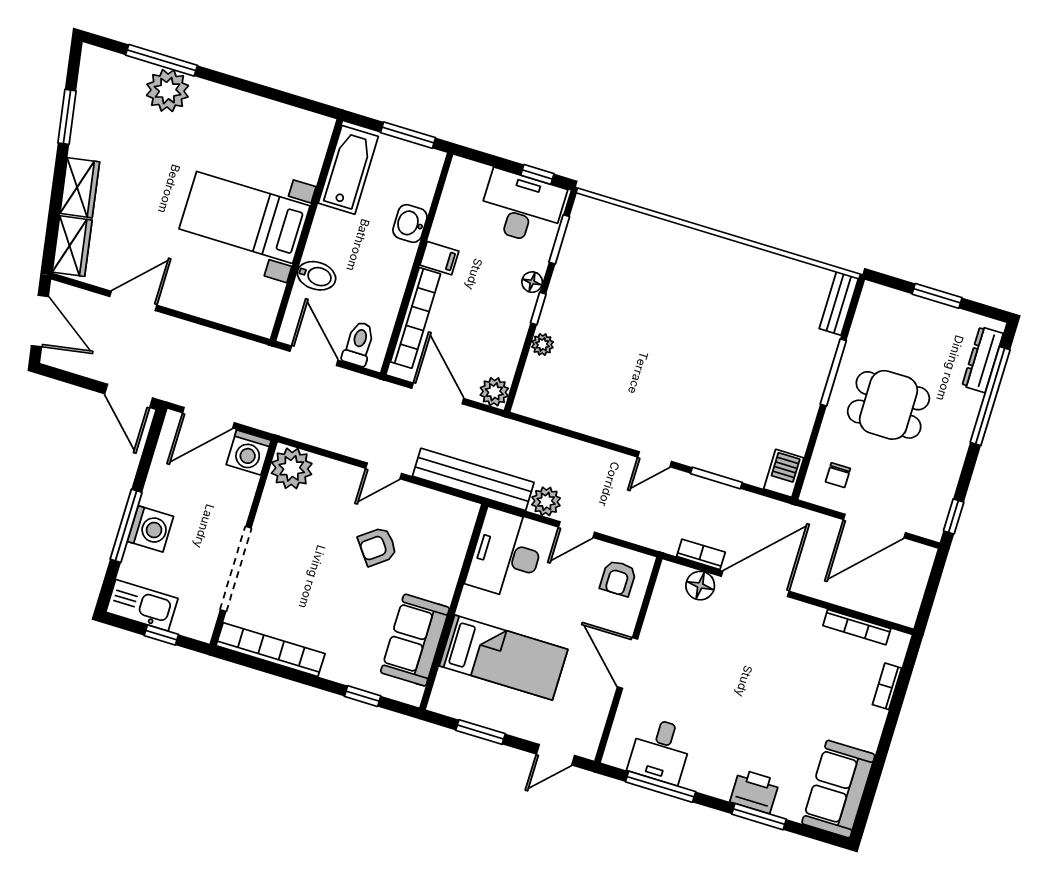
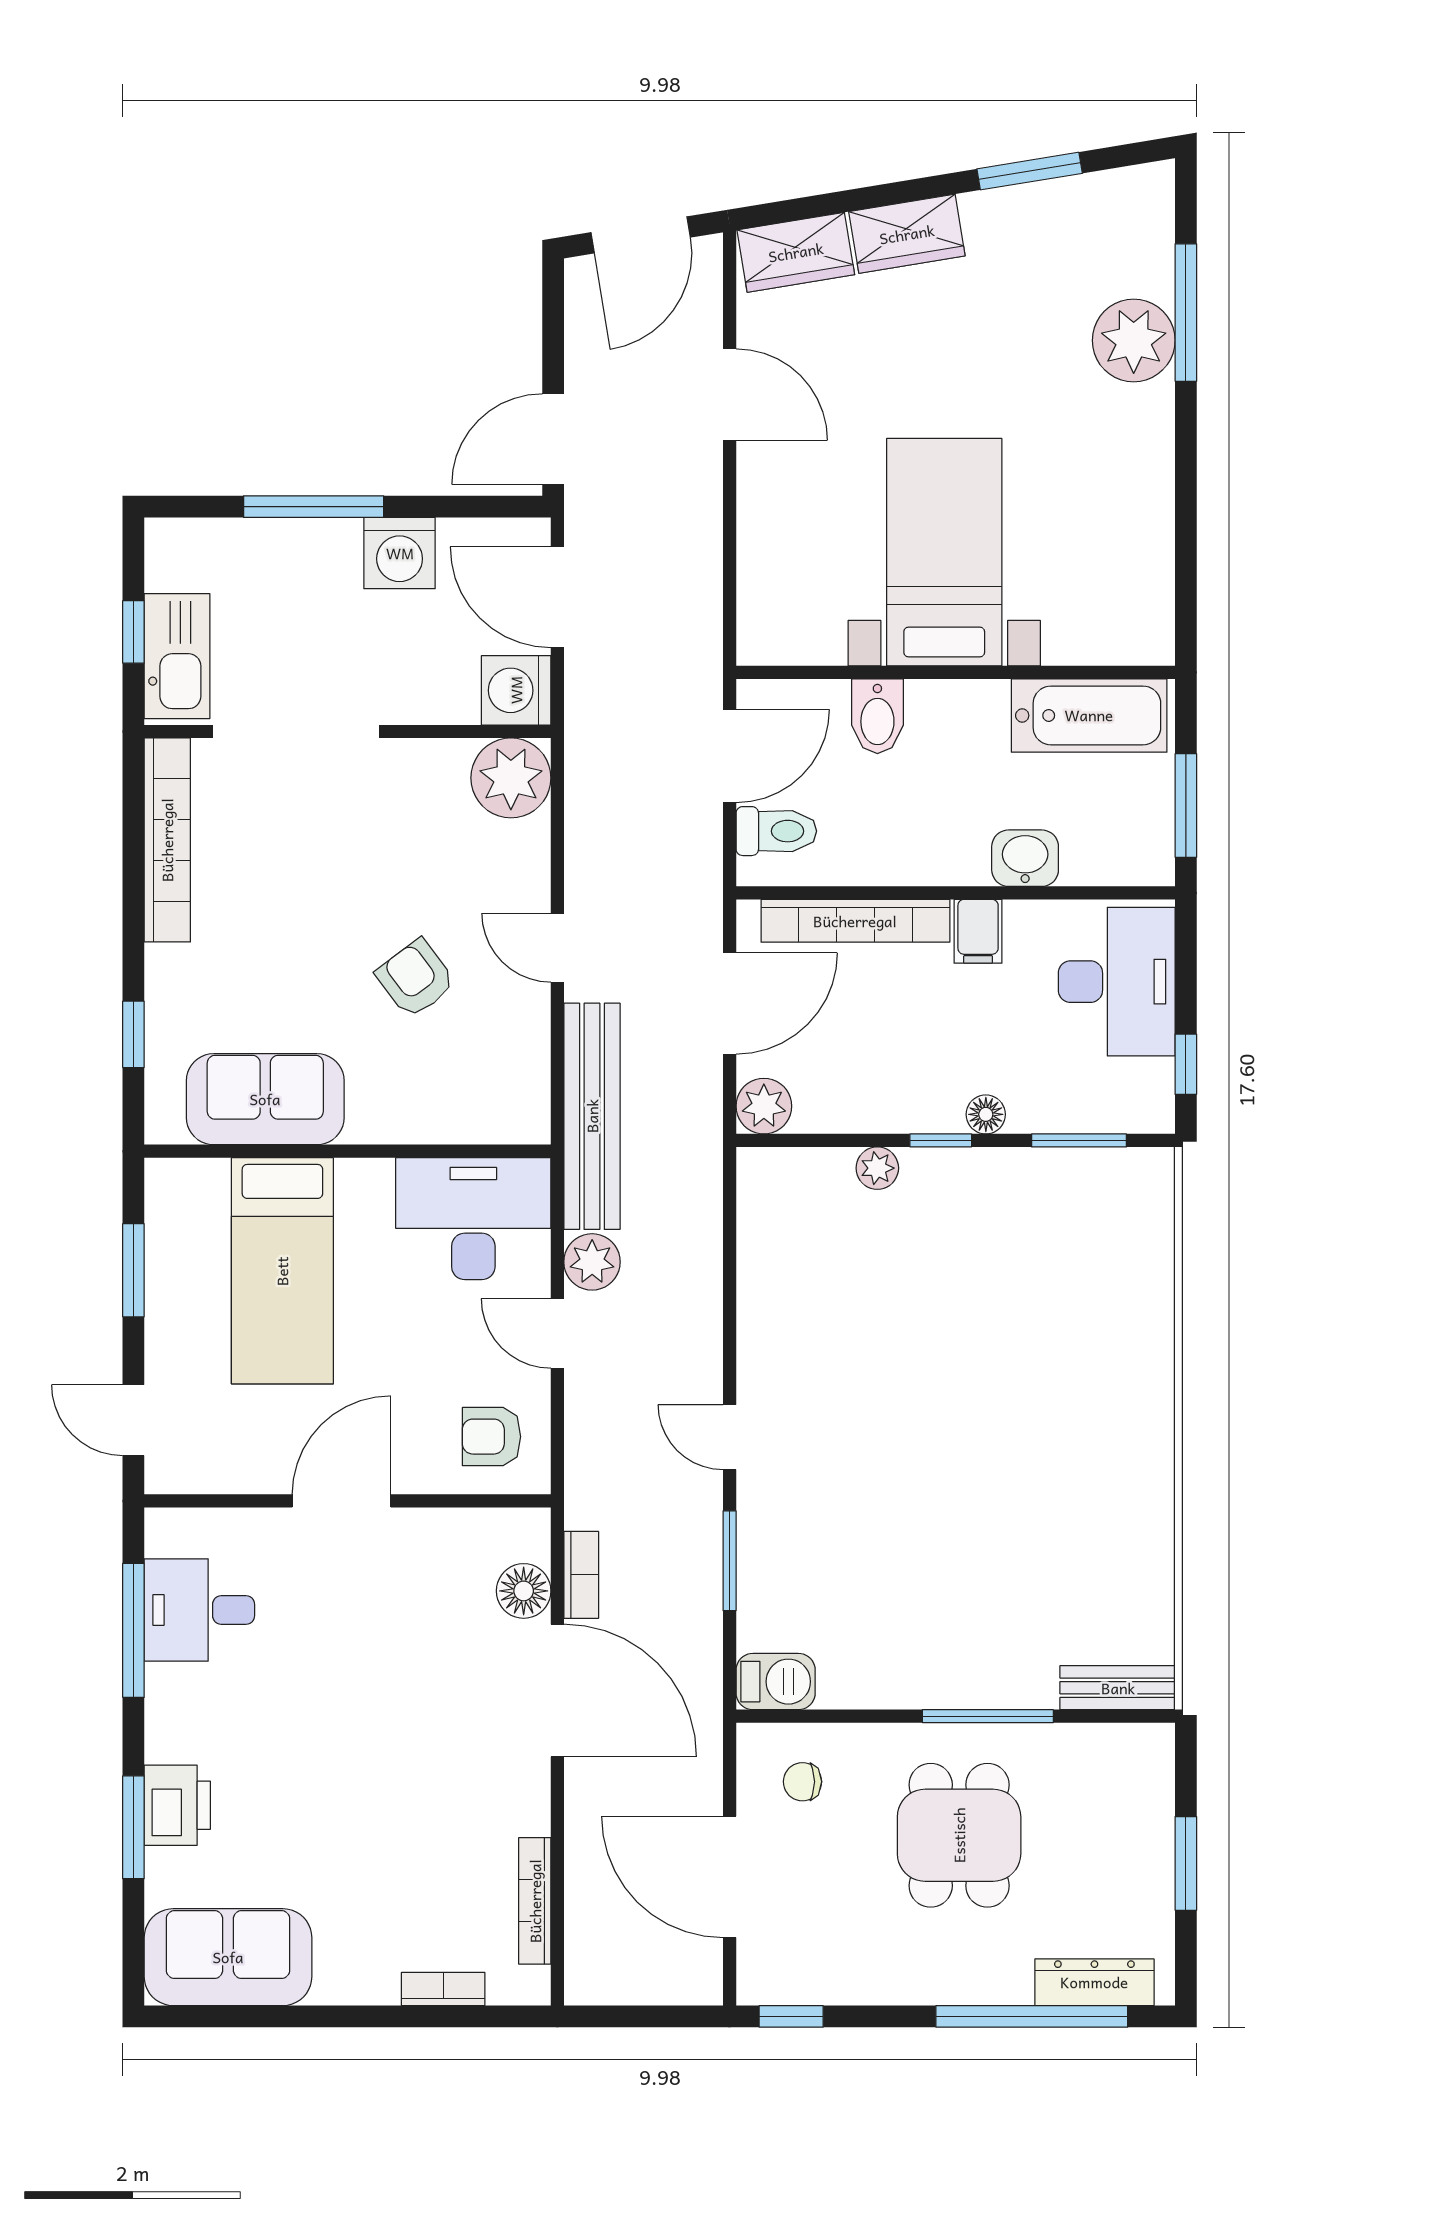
desk: (522, 207) -> (1117, 982), moved
washing machine: (150, 529) -> (400, 553), moved
kitchen sink: (142, 605) -> (177, 656), moved

